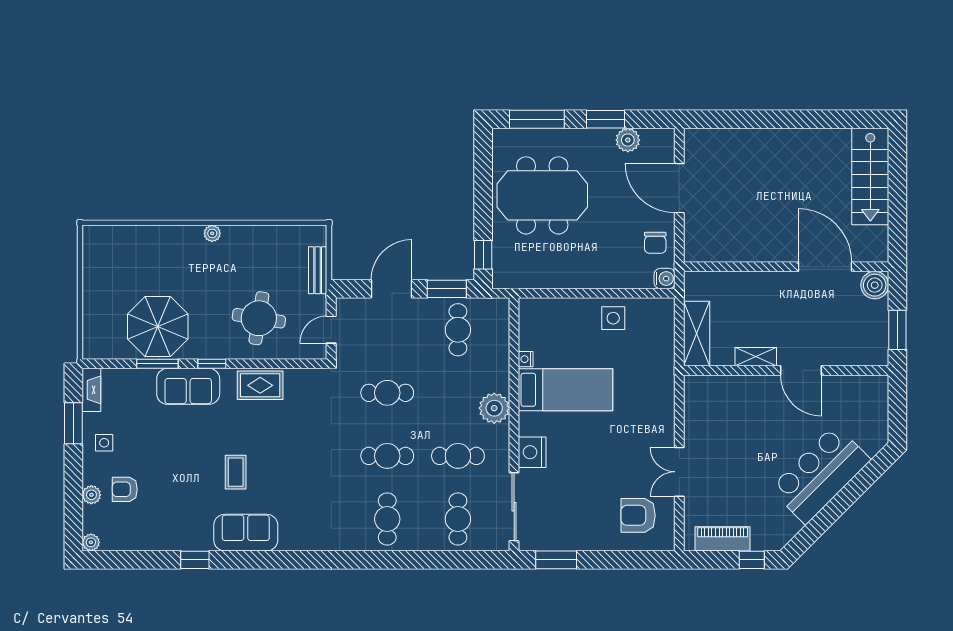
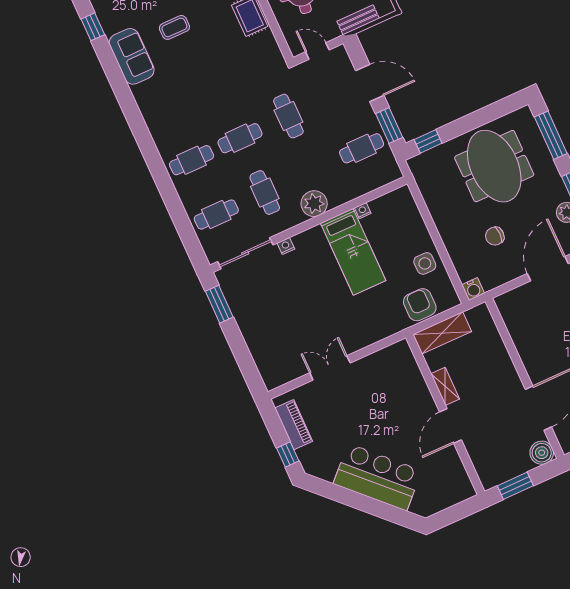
chair: (655, 243) -> (495, 236), moved
nightstand: (532, 452) -> (286, 246), width x0.53, depth x0.56
cafe table: (387, 456) -> (240, 138), turned 90
armchair: (638, 515) -> (420, 305), moved

